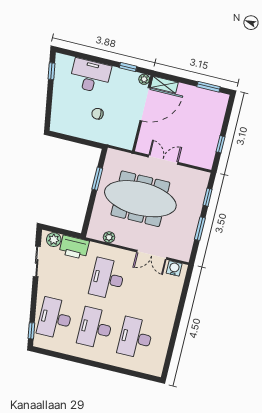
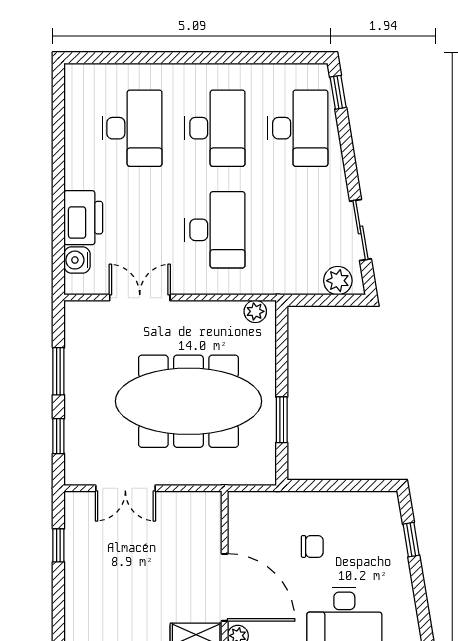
window: (51, 71) -> (411, 540), moved
door: (145, 104) -> (225, 587), swing flipped
double door: (163, 160) -> (125, 488), moved
plant: (109, 237) -> (255, 311), moved
printer: (74, 247) -> (83, 218), moved, turned 90
water cooler: (174, 268) -> (77, 260), moved, turned 90

